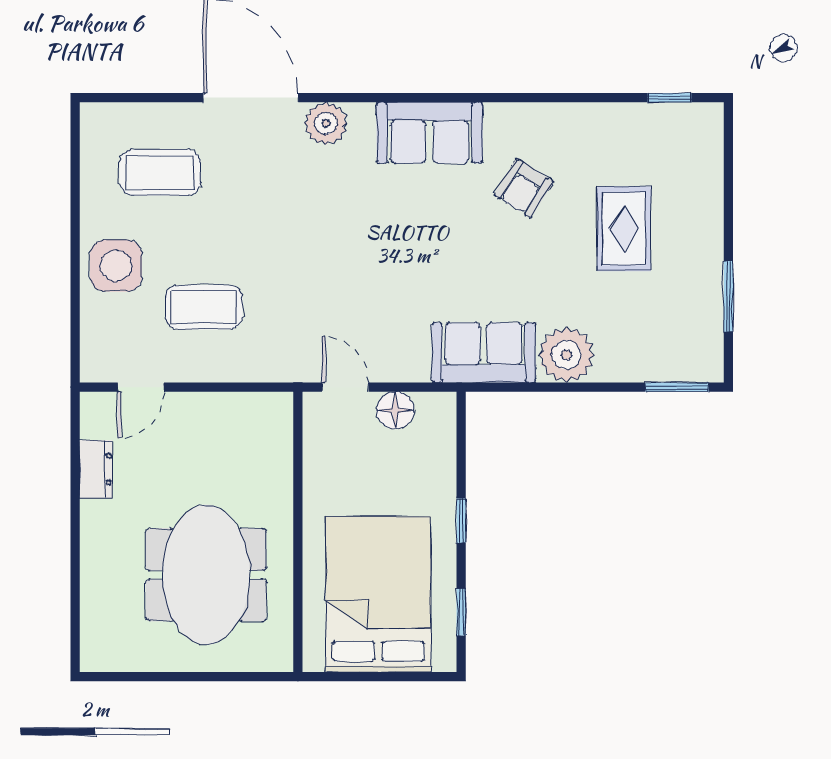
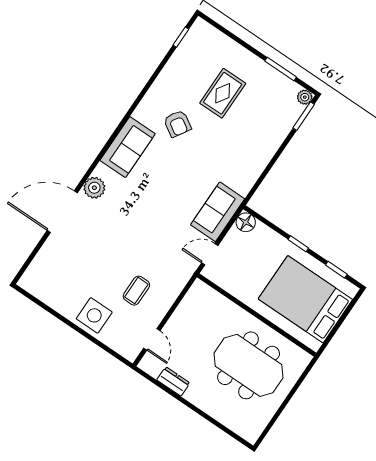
coffee table: (160, 172) -> (68, 271), removed
rug: (624, 229) -> (223, 93), turned 90
coffee table: (204, 307) -> (136, 291), width x0.73, depth x0.77
sofa: (484, 353) -> (218, 212), moved
plant: (566, 355) -> (305, 97), moved, width x0.53, depth x0.53
floor lamp: (395, 410) -> (246, 222), moved

